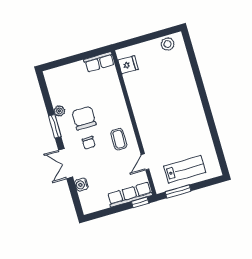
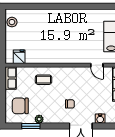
chair: (84, 118) -> (20, 106), moved
window: (55, 126) -> (31, 126), moved
coffee table: (119, 139) -> (44, 80), moved

